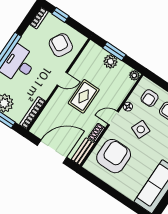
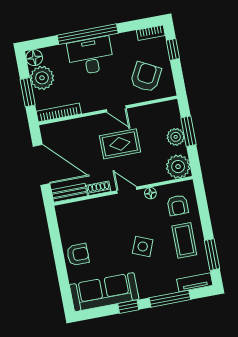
plant: (134, 75) -> (178, 167), width x1.88, depth x1.88
armchair: (150, 98) -> (178, 205), turned -90
side table: (141, 129) -> (143, 247), moved
armchair: (114, 156) -> (78, 254), moved, width x0.53, depth x0.53

